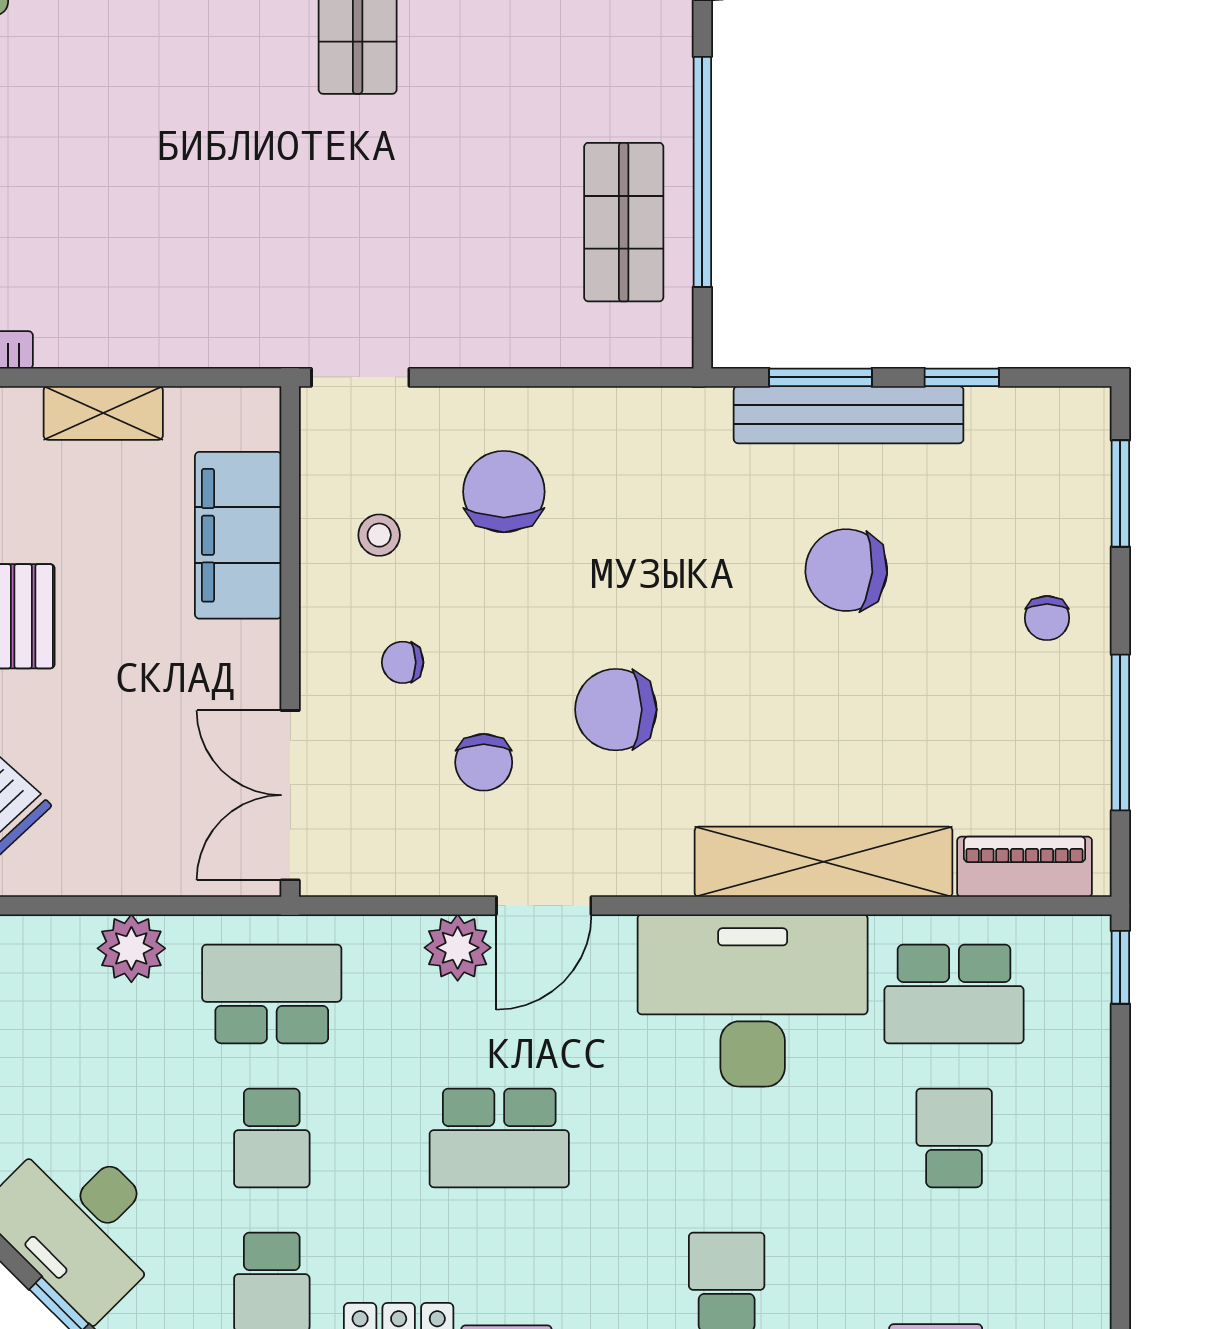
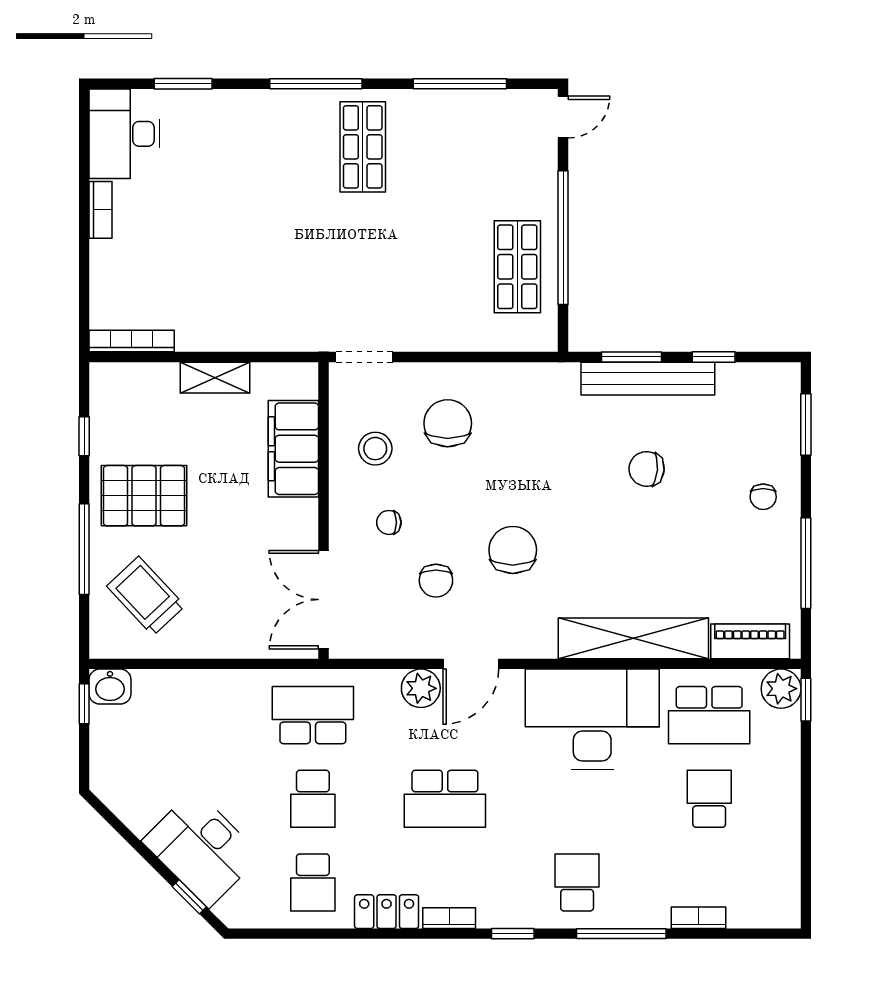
stool: (379, 535) -> (375, 449), width x1.37, depth x1.37
chair: (846, 570) -> (647, 469), width x0.73, depth x0.73
chair: (616, 710) -> (513, 550), turned 90
plant: (131, 948) -> (781, 689), moved

